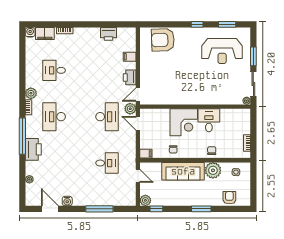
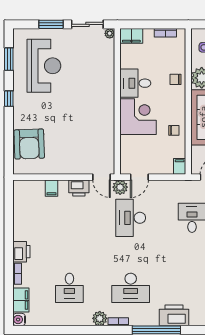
printer: (108, 34) -> (21, 252), moved
desk: (107, 117) -> (131, 218), turned -90
filing cabinet: (245, 117) -> (131, 36), added

